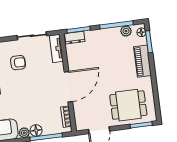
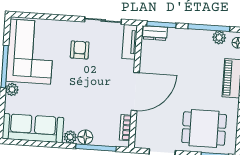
armchair: (18, 63) -> (80, 50), turned -90

